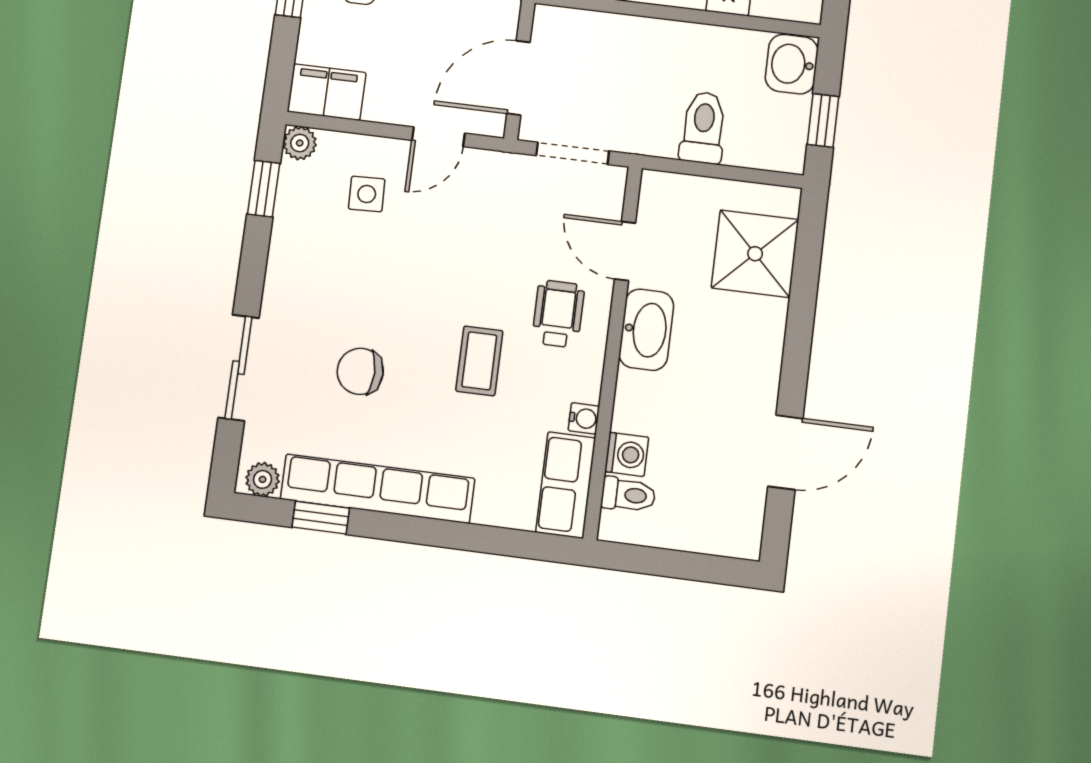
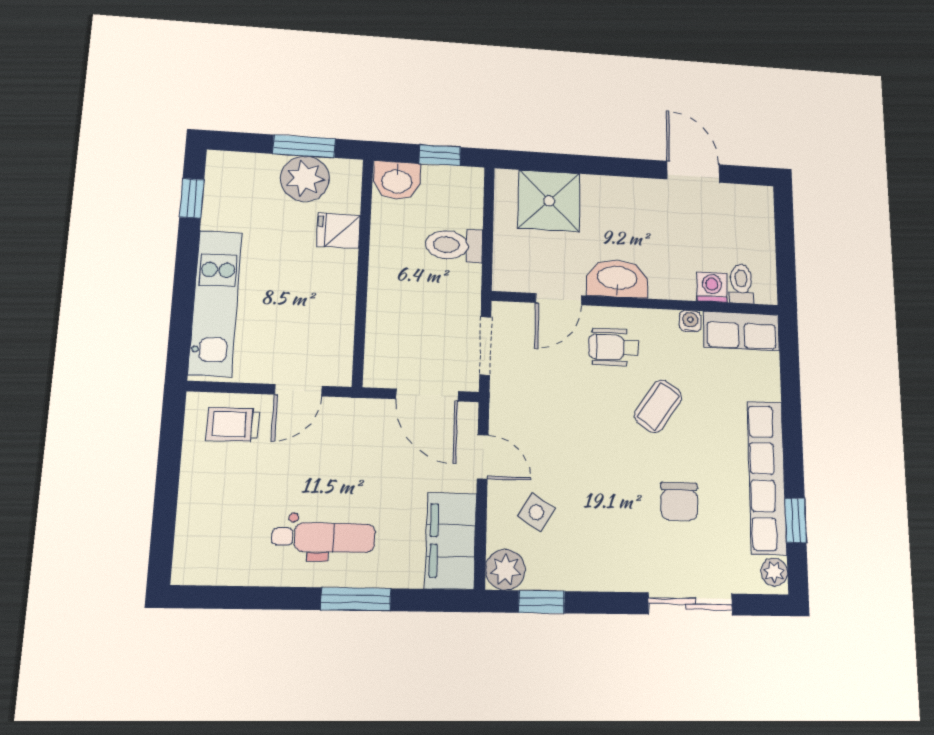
filing cabinet: (327, 92) -> (451, 541), width x1.50, depth x1.17
plant: (300, 143) -> (505, 570), width x1.38, depth x1.38
side table: (367, 194) -> (536, 512), turned 34
coffee table: (479, 361) -> (658, 406), turned -55

